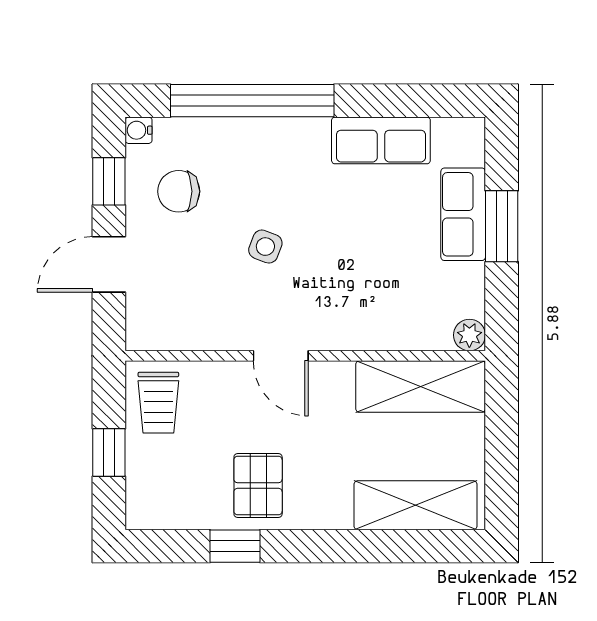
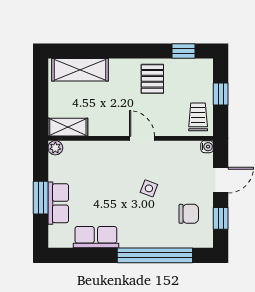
water cooler: (139, 130) -> (207, 147), moved
shelving: (421, 387) -> (68, 127), width x0.67, depth x0.75
window: (235, 546) -> (183, 51), moved

